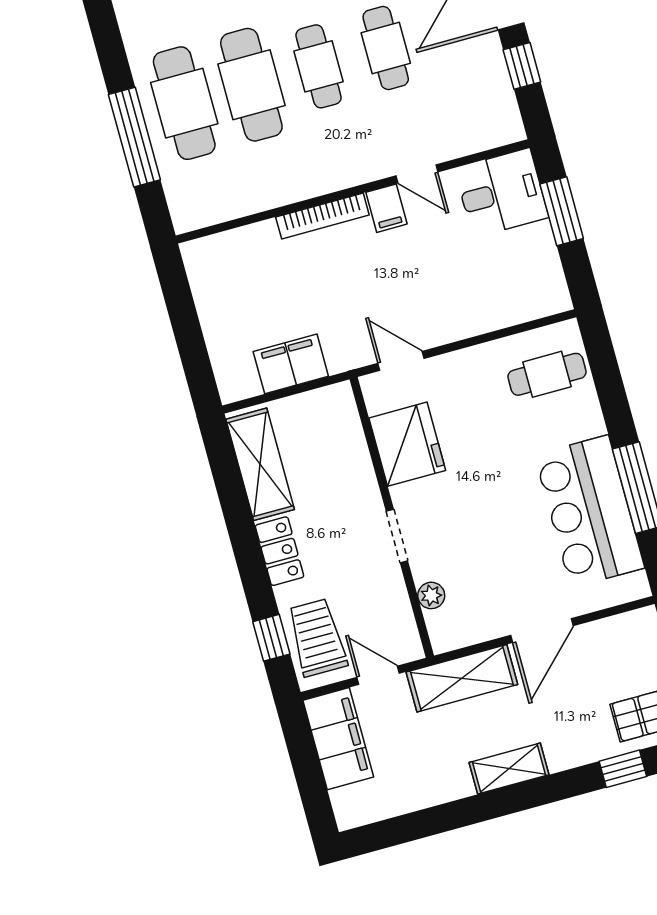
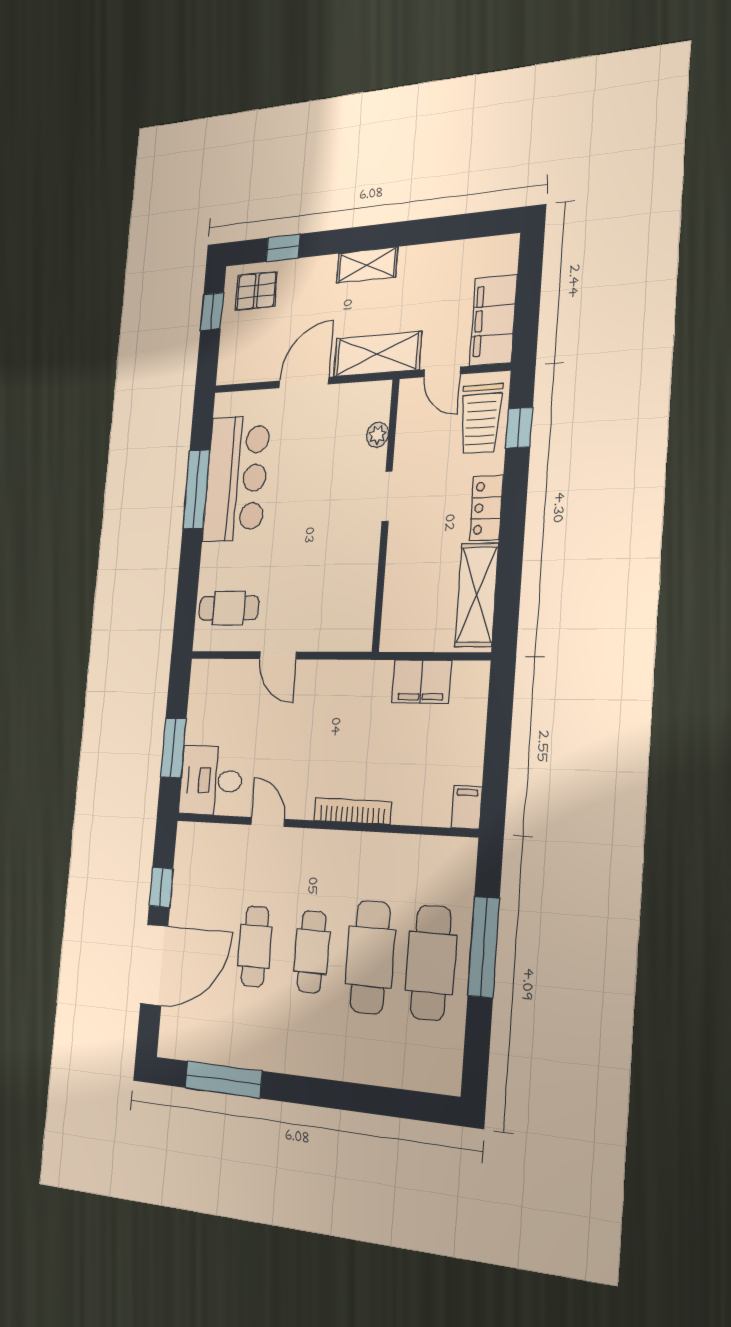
filing cabinet: (386, 208) -> (466, 807), moved
door: (401, 361) -> (278, 655), moved
fridge: (407, 444) -> (353, 578), removed

